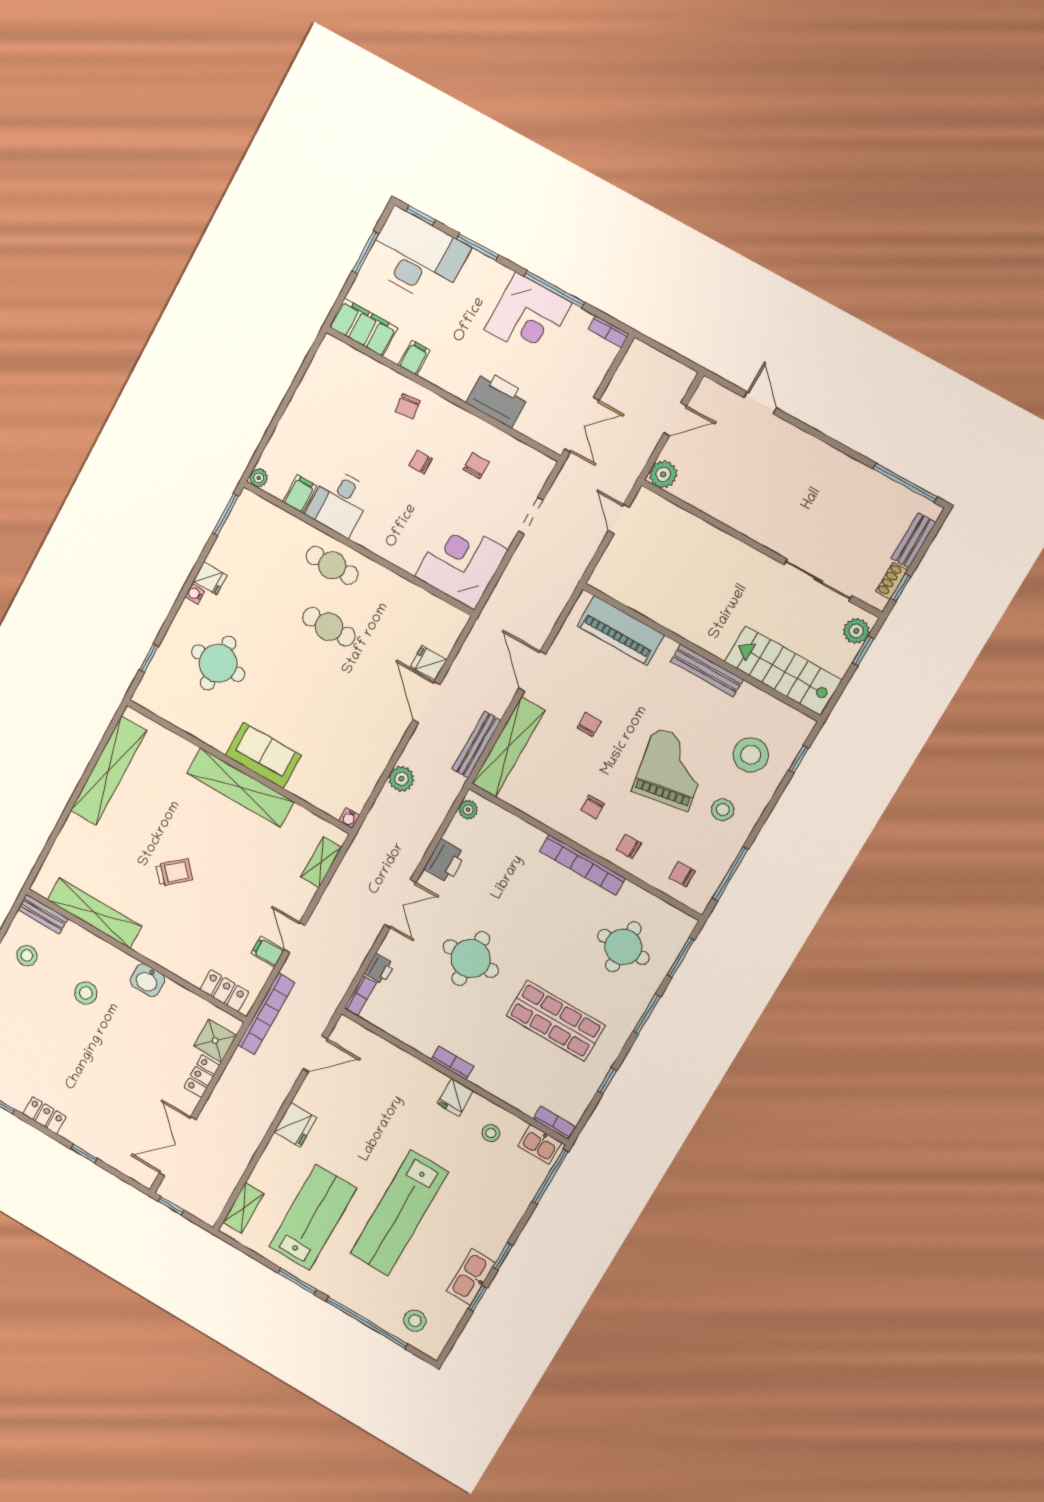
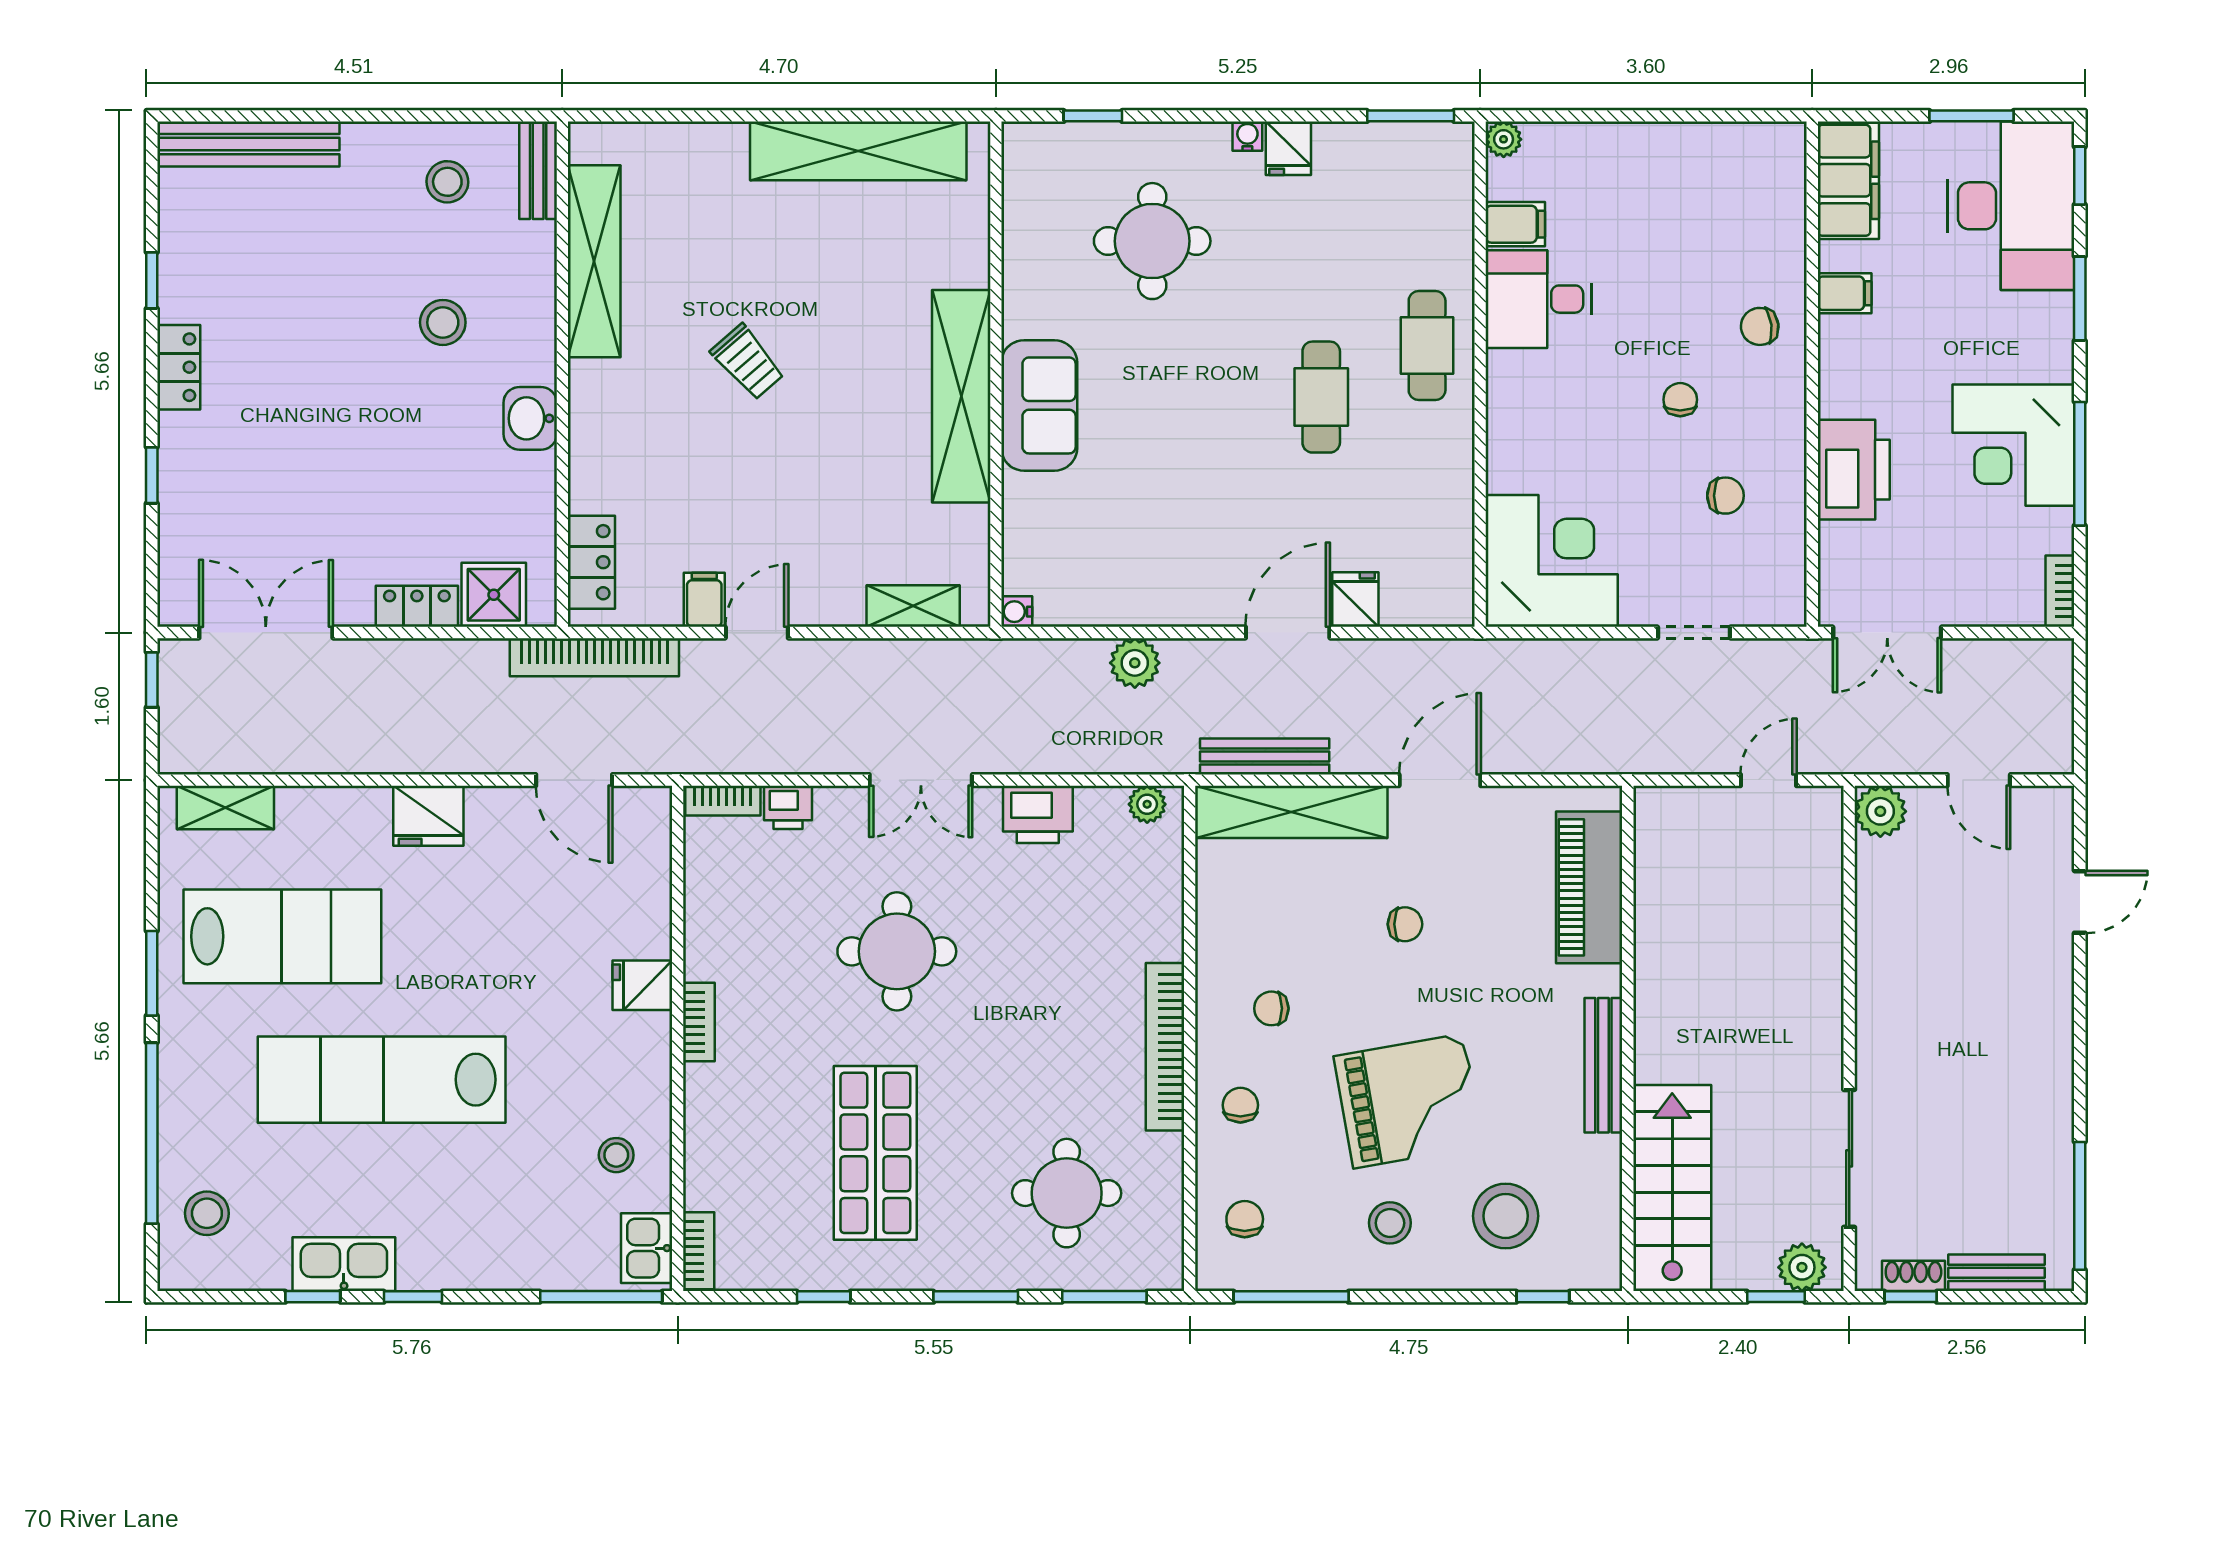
fridge: (455, 1097) -> (642, 985), moved

